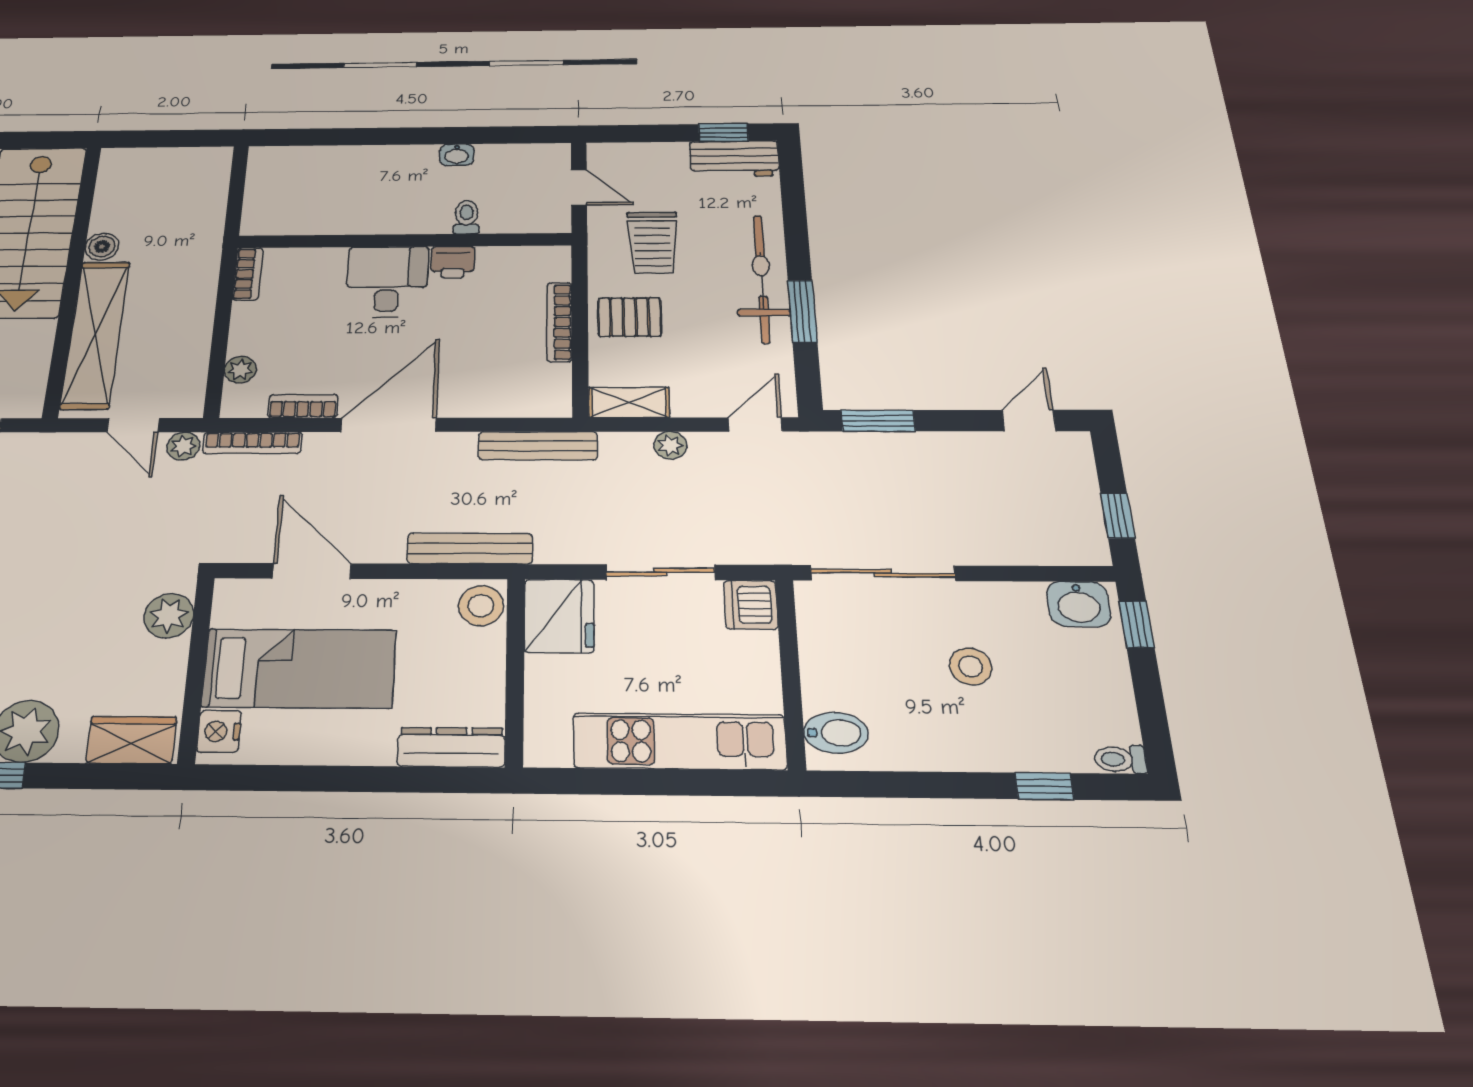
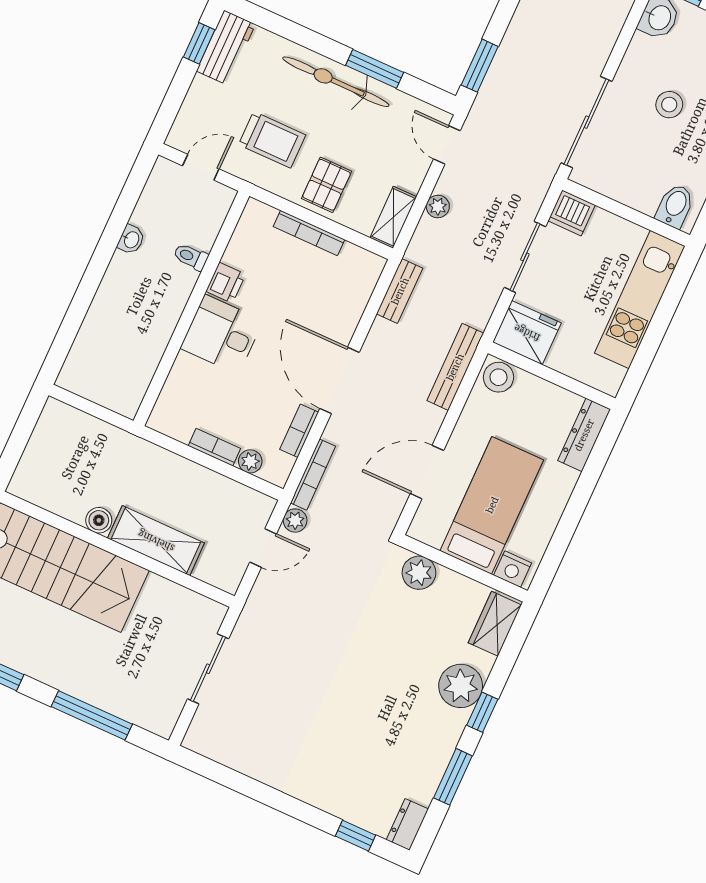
bookcase: (248, 274) -> (214, 447), moved
shelving: (95, 334) -> (156, 541), width x0.68
bench: (538, 446) -> (400, 291), width x0.73

